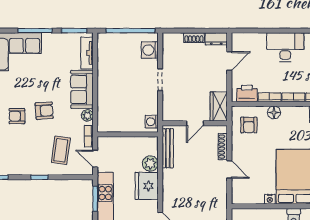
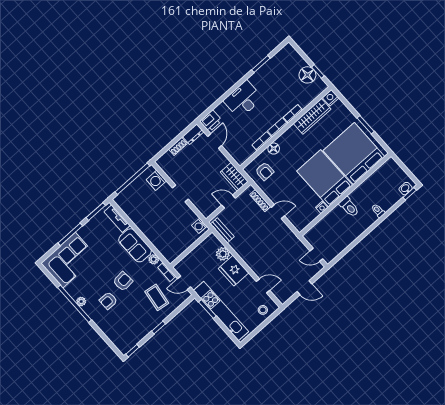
printer: (247, 93) -> (211, 121), moved, turned 180
door: (195, 123) -> (229, 202), swing flipped
bench: (168, 148) -> (222, 230), width x0.73

